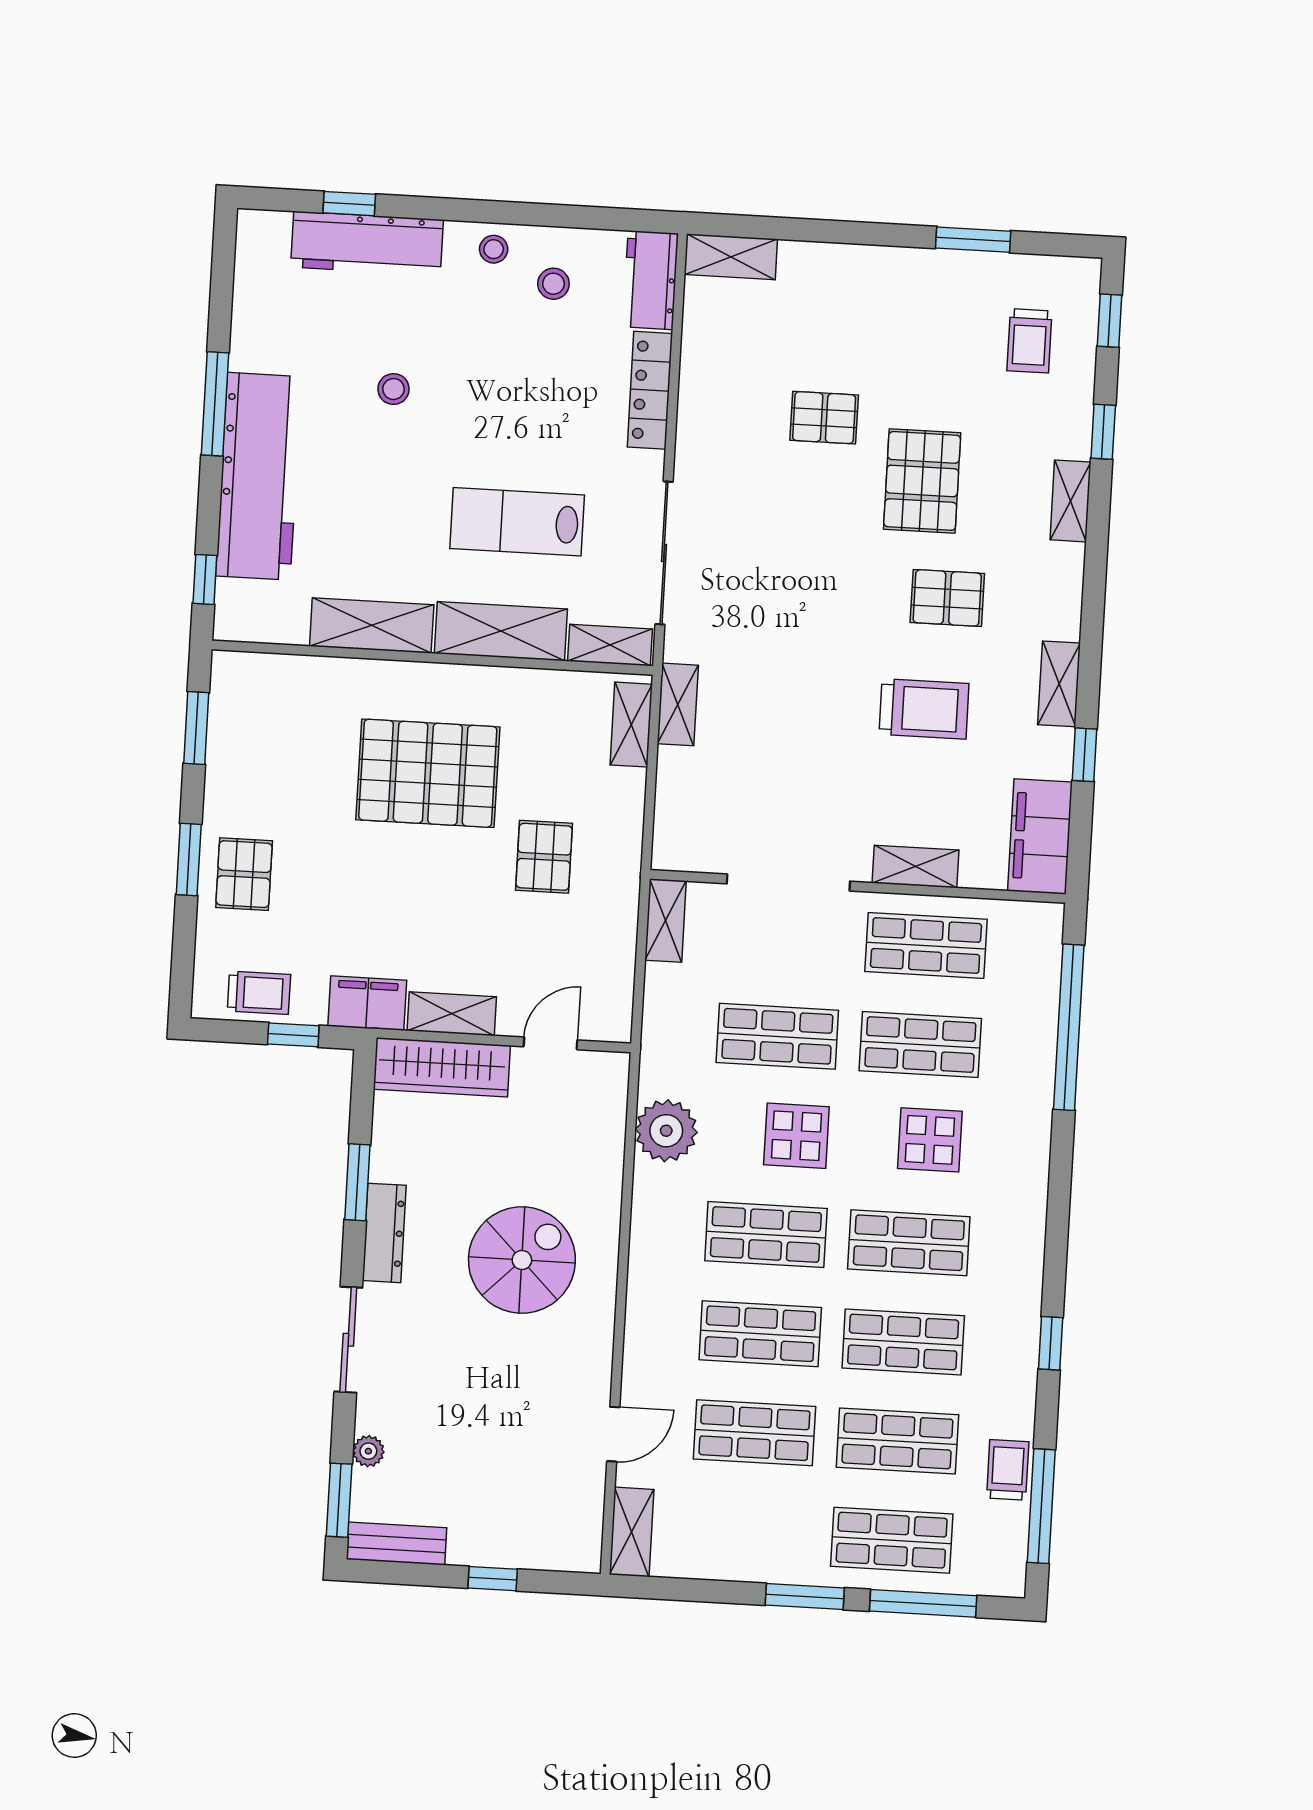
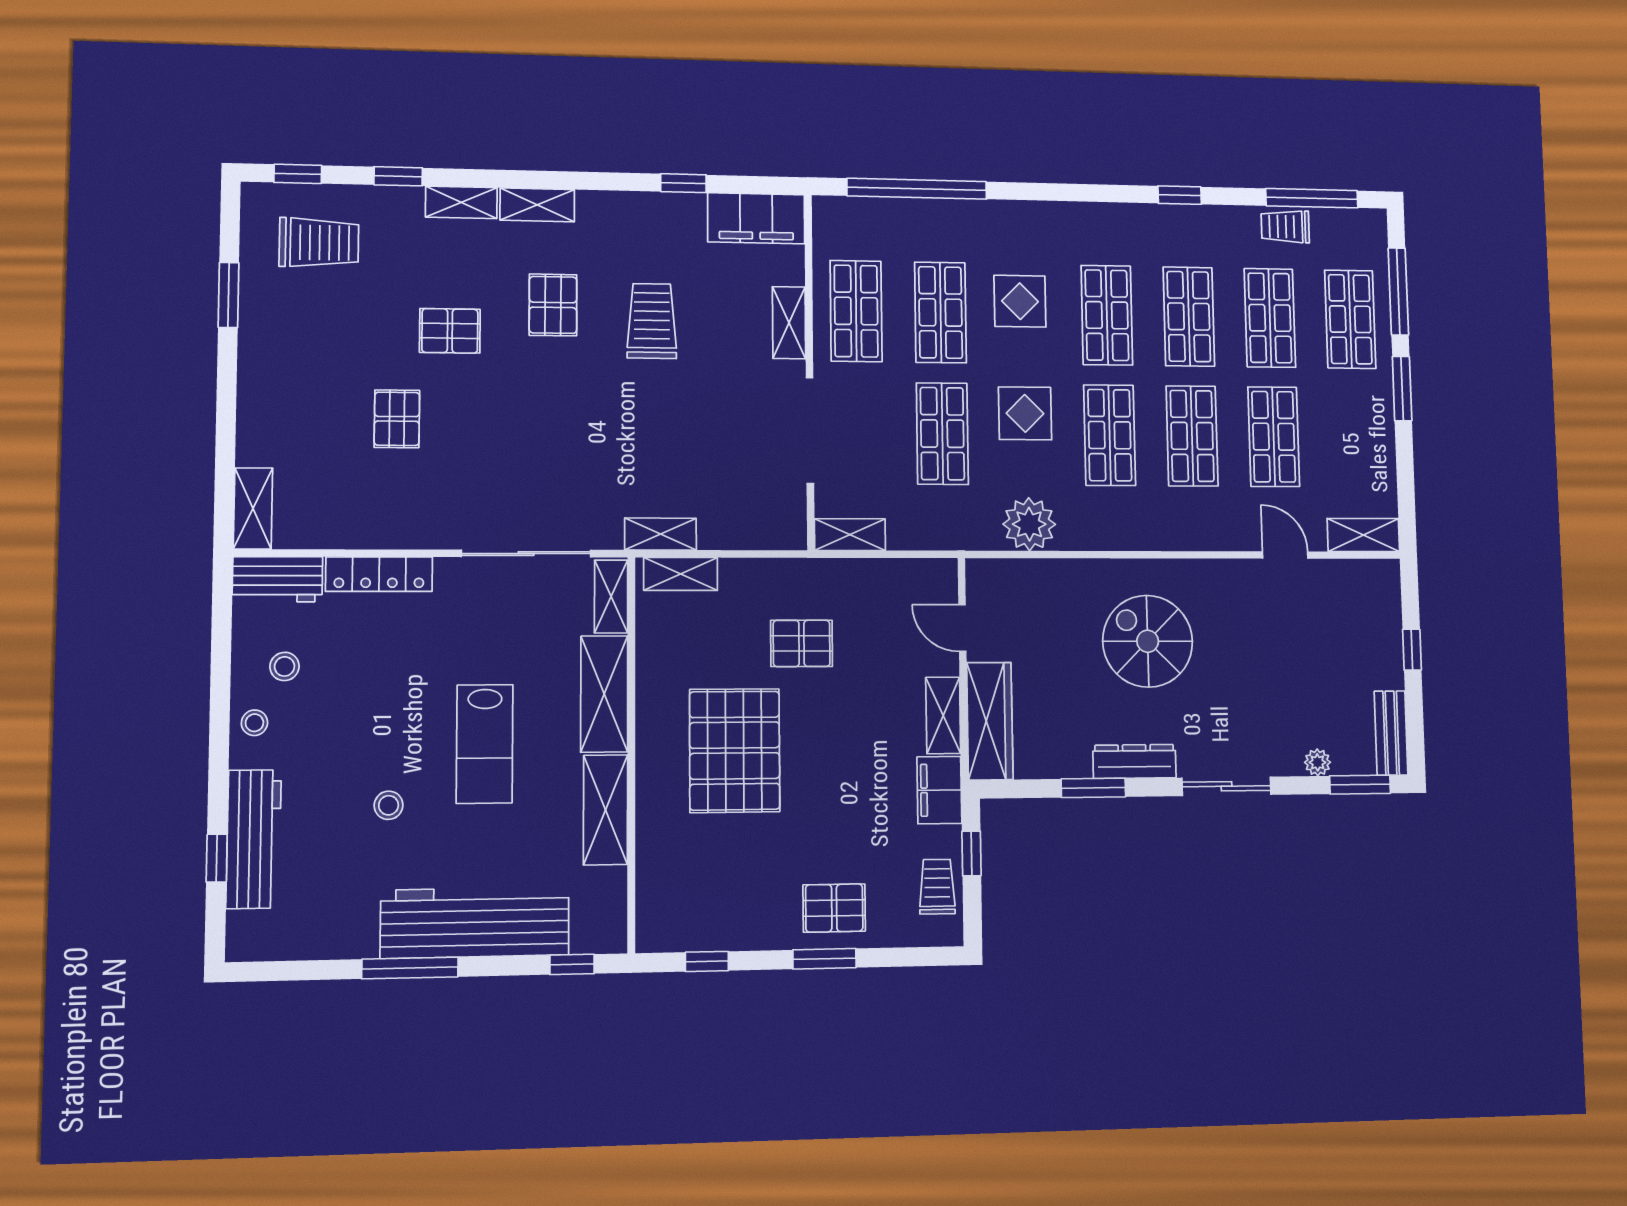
trolley: (1029, 341) -> (319, 243), width x1.36, depth x1.39
pallet: (922, 481) -> (450, 331), width x0.67, depth x0.71
lab bench: (517, 522) -> (485, 744), moved
shelving: (1059, 684) -> (537, 205), moved
window: (196, 728) -> (707, 961), width x0.67

